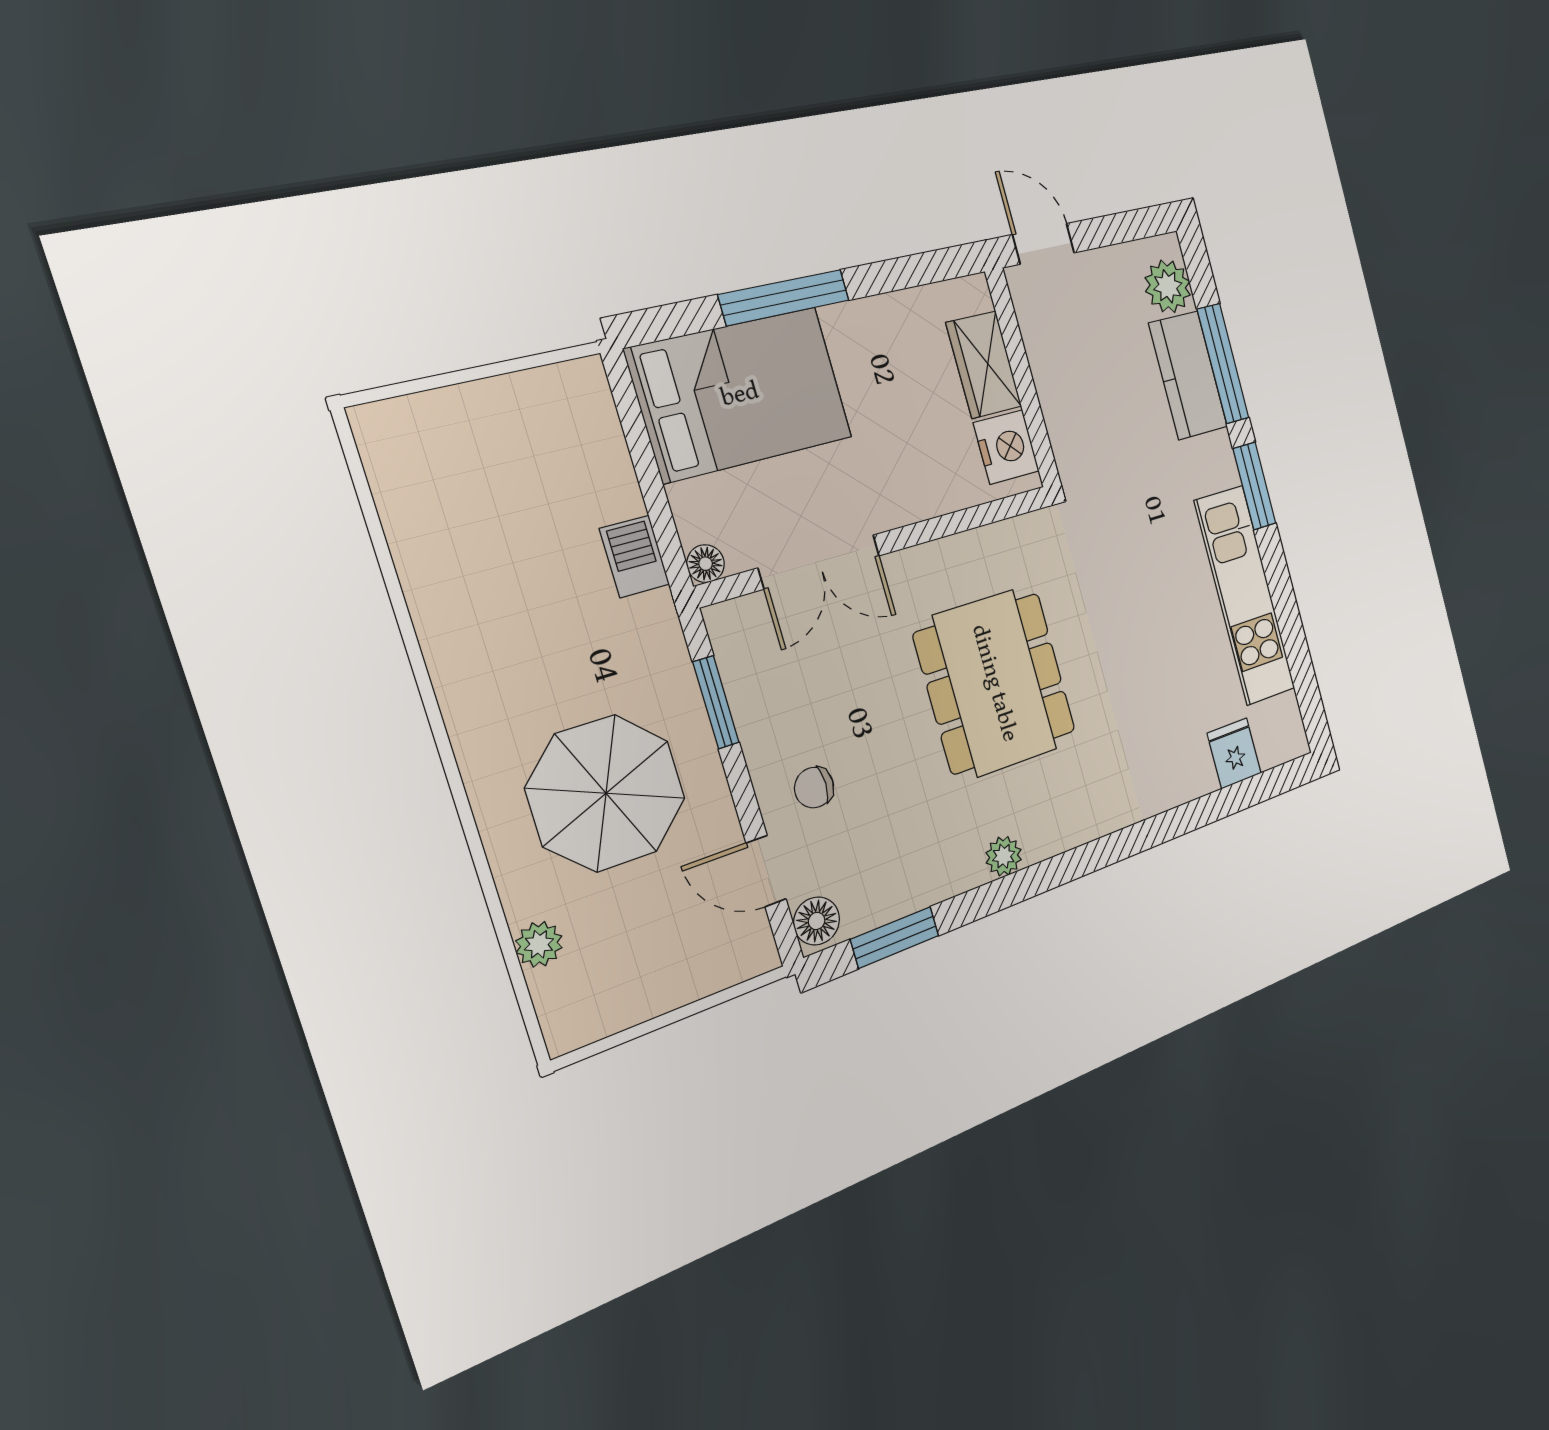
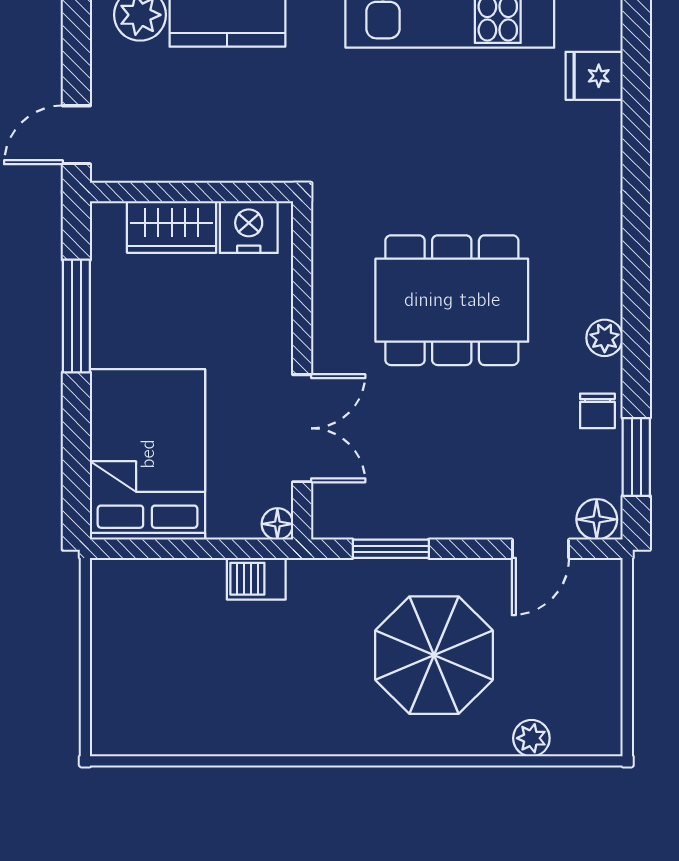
window: (784, 298) -> (76, 316), moved
chair: (814, 788) -> (597, 411), moved

